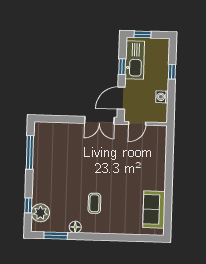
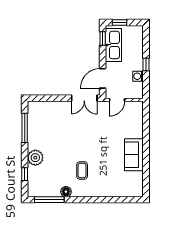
window: (122, 67) -> (103, 38), moved
window: (172, 72) -> (146, 65), moved
sofa: (154, 209) -> (134, 155), moved
plant: (40, 213) -> (35, 158), moved
window: (56, 236) -> (49, 200), width x1.44

